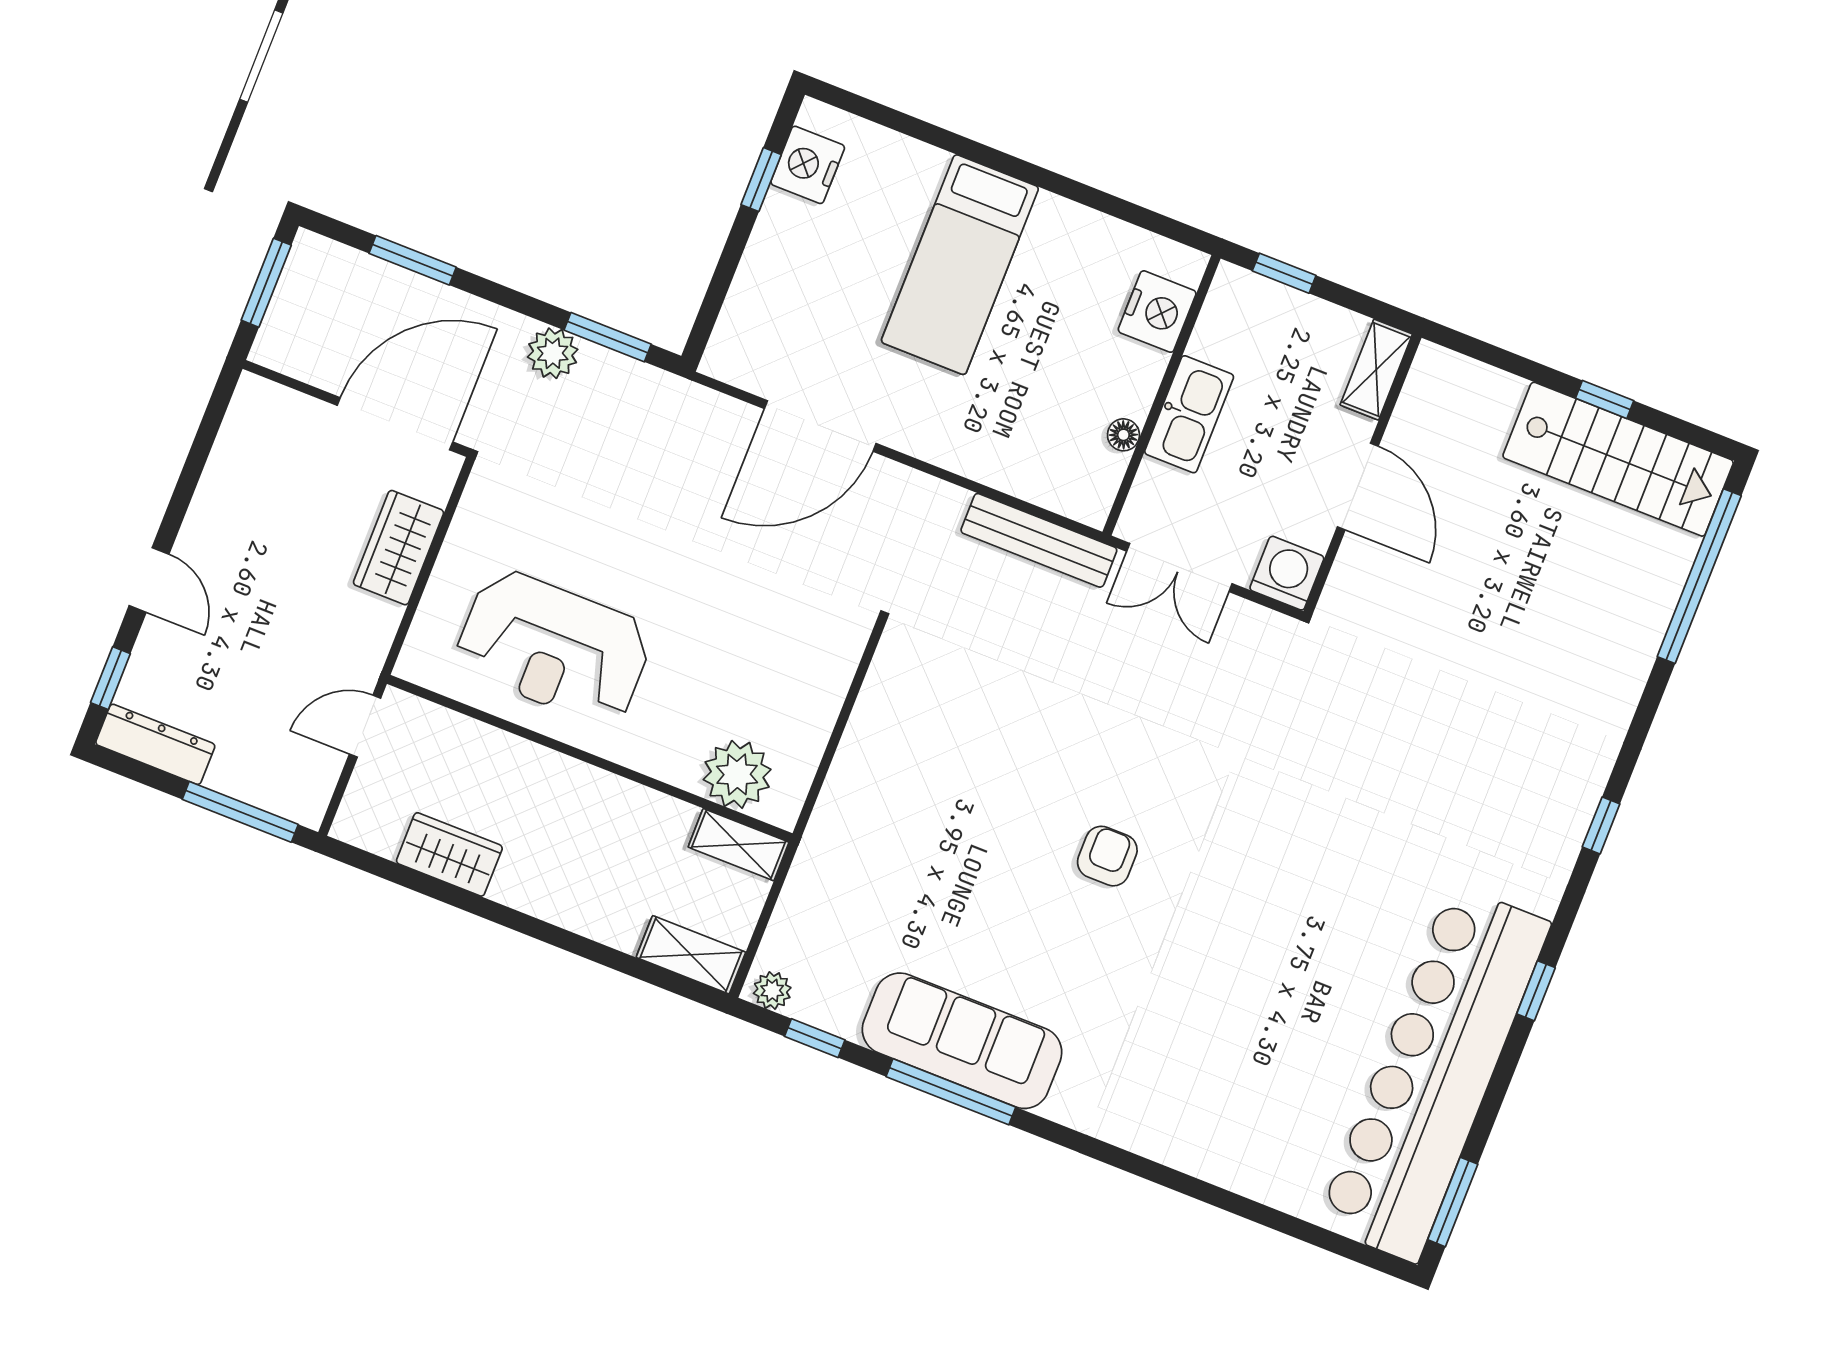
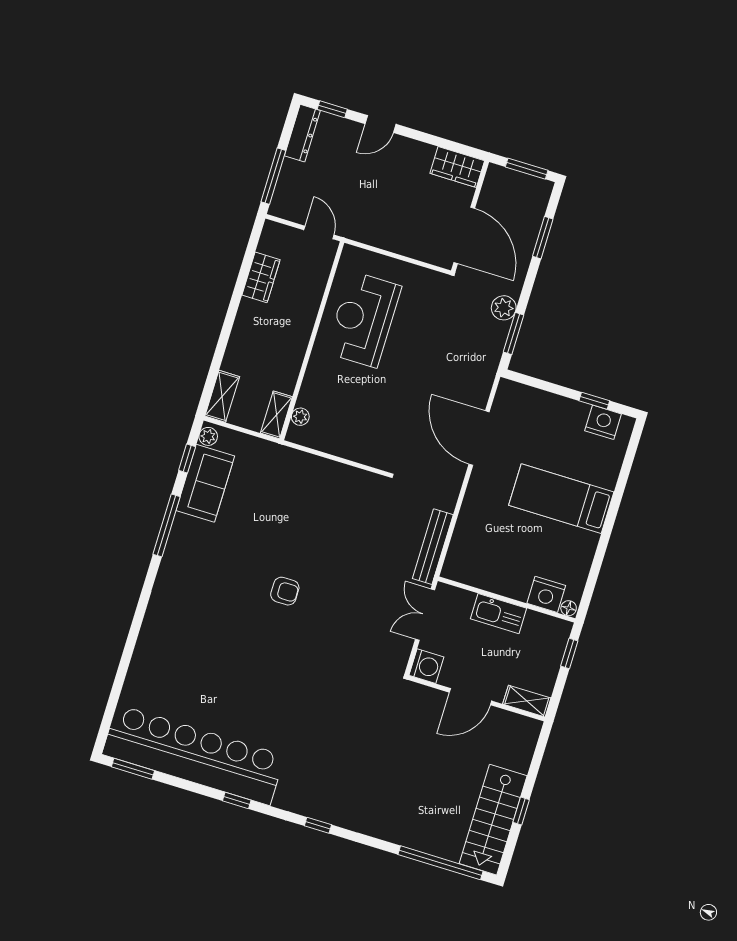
floor lamp: (1123, 435) -> (569, 608), moved
wardrobe: (399, 548) -> (457, 167), moved, turned 180
plant: (737, 774) -> (300, 417), width x0.53, depth x0.53
sofa: (962, 1041) -> (205, 483), moved, width x0.73

